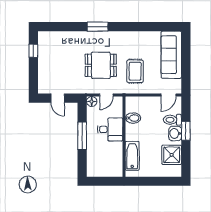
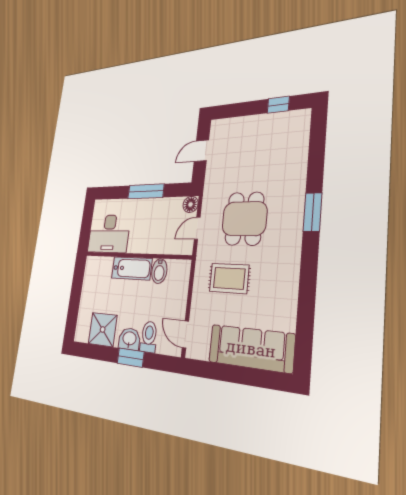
door: (106, 95) -> (197, 228), hinge flipped
desk: (110, 129) -> (109, 234), moved, width x1.37
bathtub: (132, 156) -> (132, 268), moved

